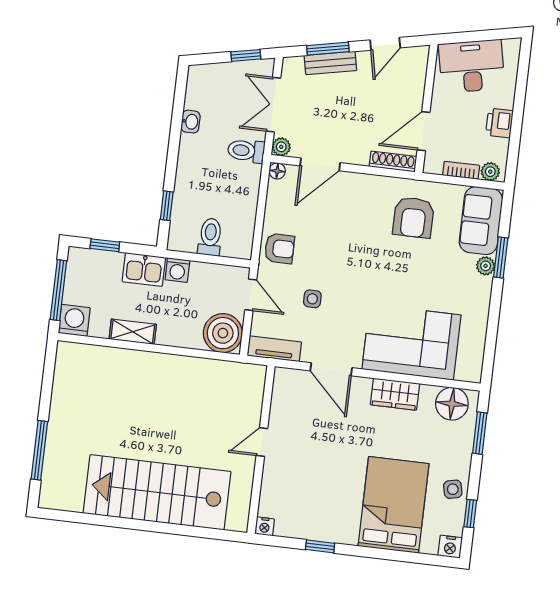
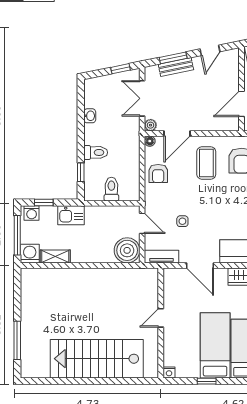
toilet: (246, 151) -> (96, 152), moved, turned 180
shoe rack: (393, 161) -> (224, 126), removed
coffee table: (359, 215) -> (206, 163), added
armchair: (279, 249) -> (158, 174), moved, turned 90
washing machine: (177, 270) -> (32, 213), moved
shelving: (133, 332) -> (55, 256), moved
bed: (340, 493) -> (215, 345), added

